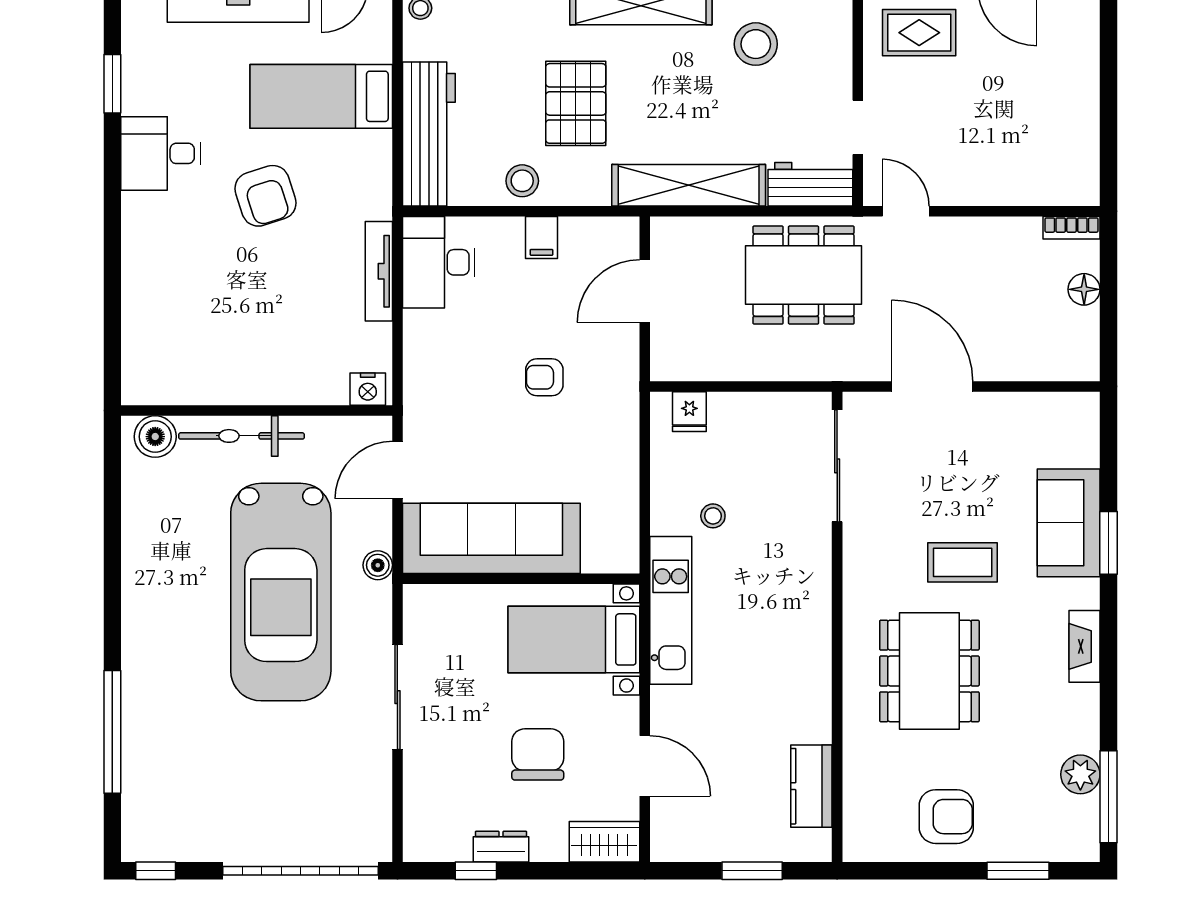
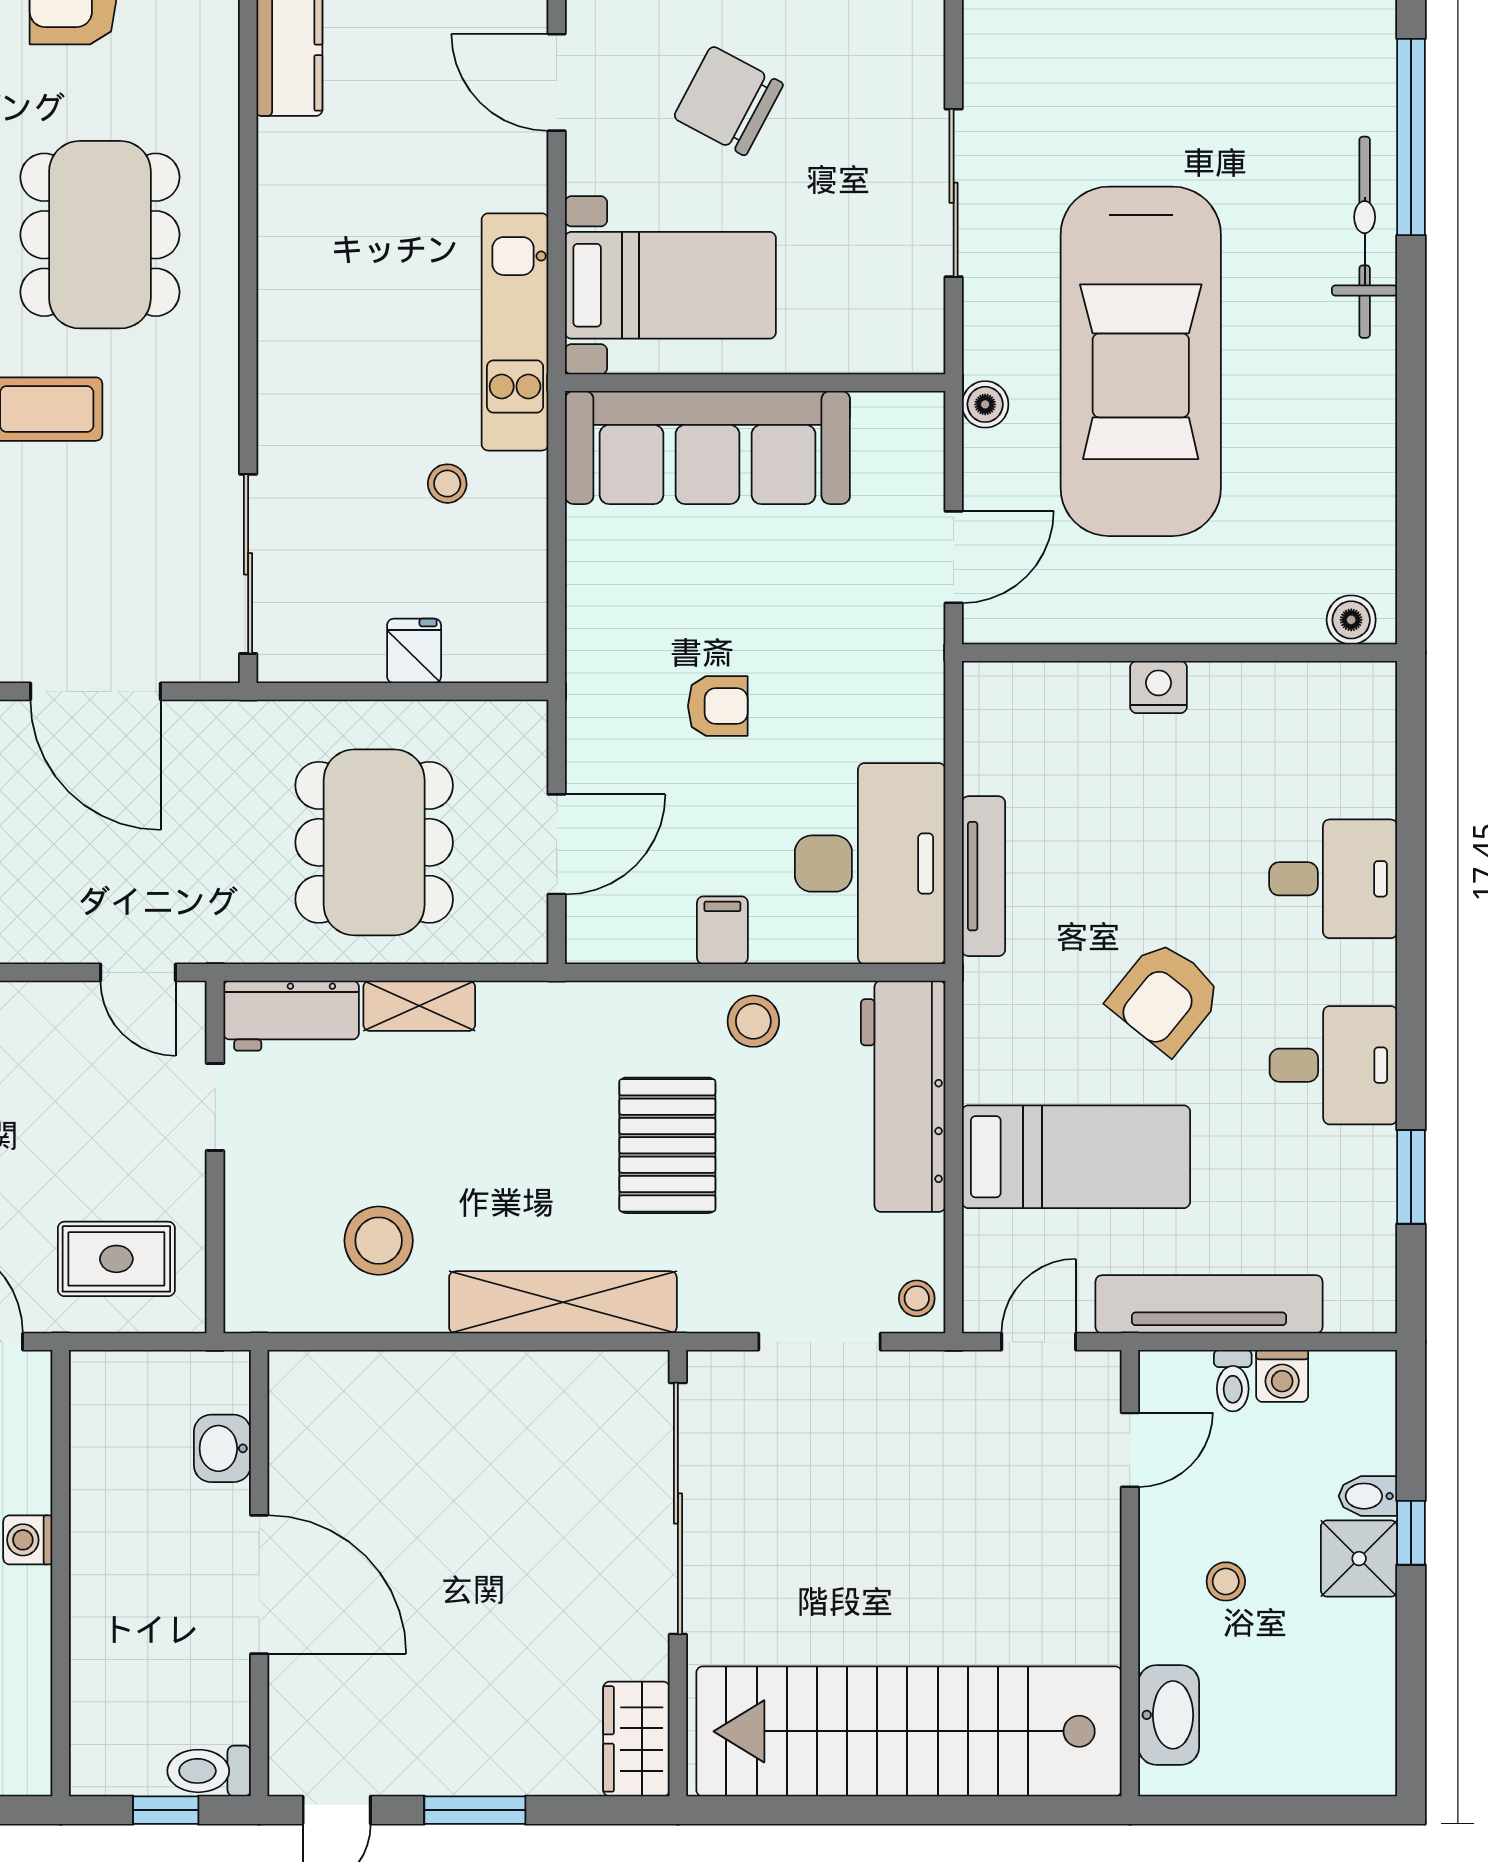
shelving: (689, 185) -> (419, 1006), width x0.45, depth x0.75
armchair: (266, 196) -> (1165, 997), turned -123
desk: (439, 262) -> (870, 864), width x1.36, depth x1.30
desk: (161, 270) -> (1333, 879), added
dining table: (804, 275) -> (374, 842), moved, turned 90
nightstand: (368, 389) -> (1158, 687), moved
fridge: (689, 412) -> (414, 651), moved
bicycle: (242, 436) -> (1365, 237), moved, turned -90
boiler: (155, 437) -> (1351, 620), width x0.73, depth x0.73
sofa: (491, 538) -> (707, 447), moved
car: (281, 592) -> (1141, 361), turned 180
chair: (538, 754) -> (728, 101), turned 118

